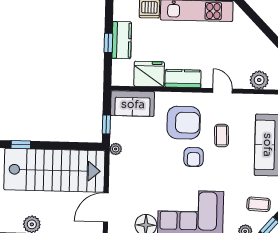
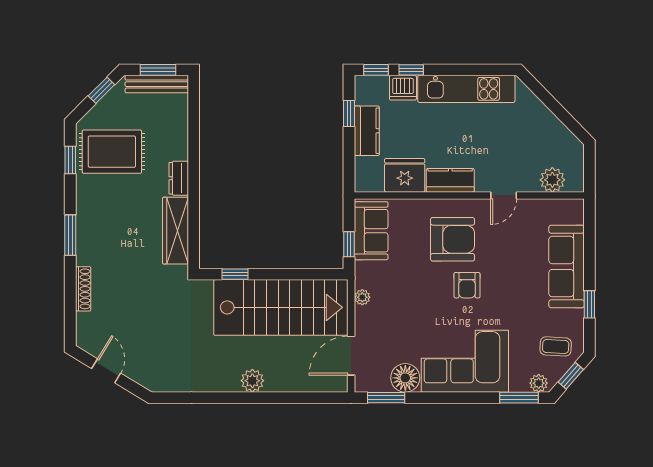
window: (108, 43) -> (349, 113), moved
door: (223, 91) -> (504, 195), swing flipped
sofa: (133, 104) -> (371, 231), moved, turned -90
coffee table: (222, 135) -> (504, 255), removed
plant: (116, 149) -> (362, 297), moved

